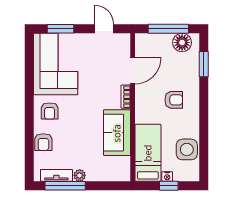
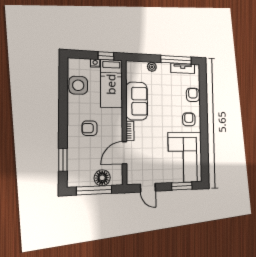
floor lamp: (182, 43) -> (102, 178), moved
plant: (80, 175) -> (152, 67), moved
window: (169, 186) -> (106, 56), moved

